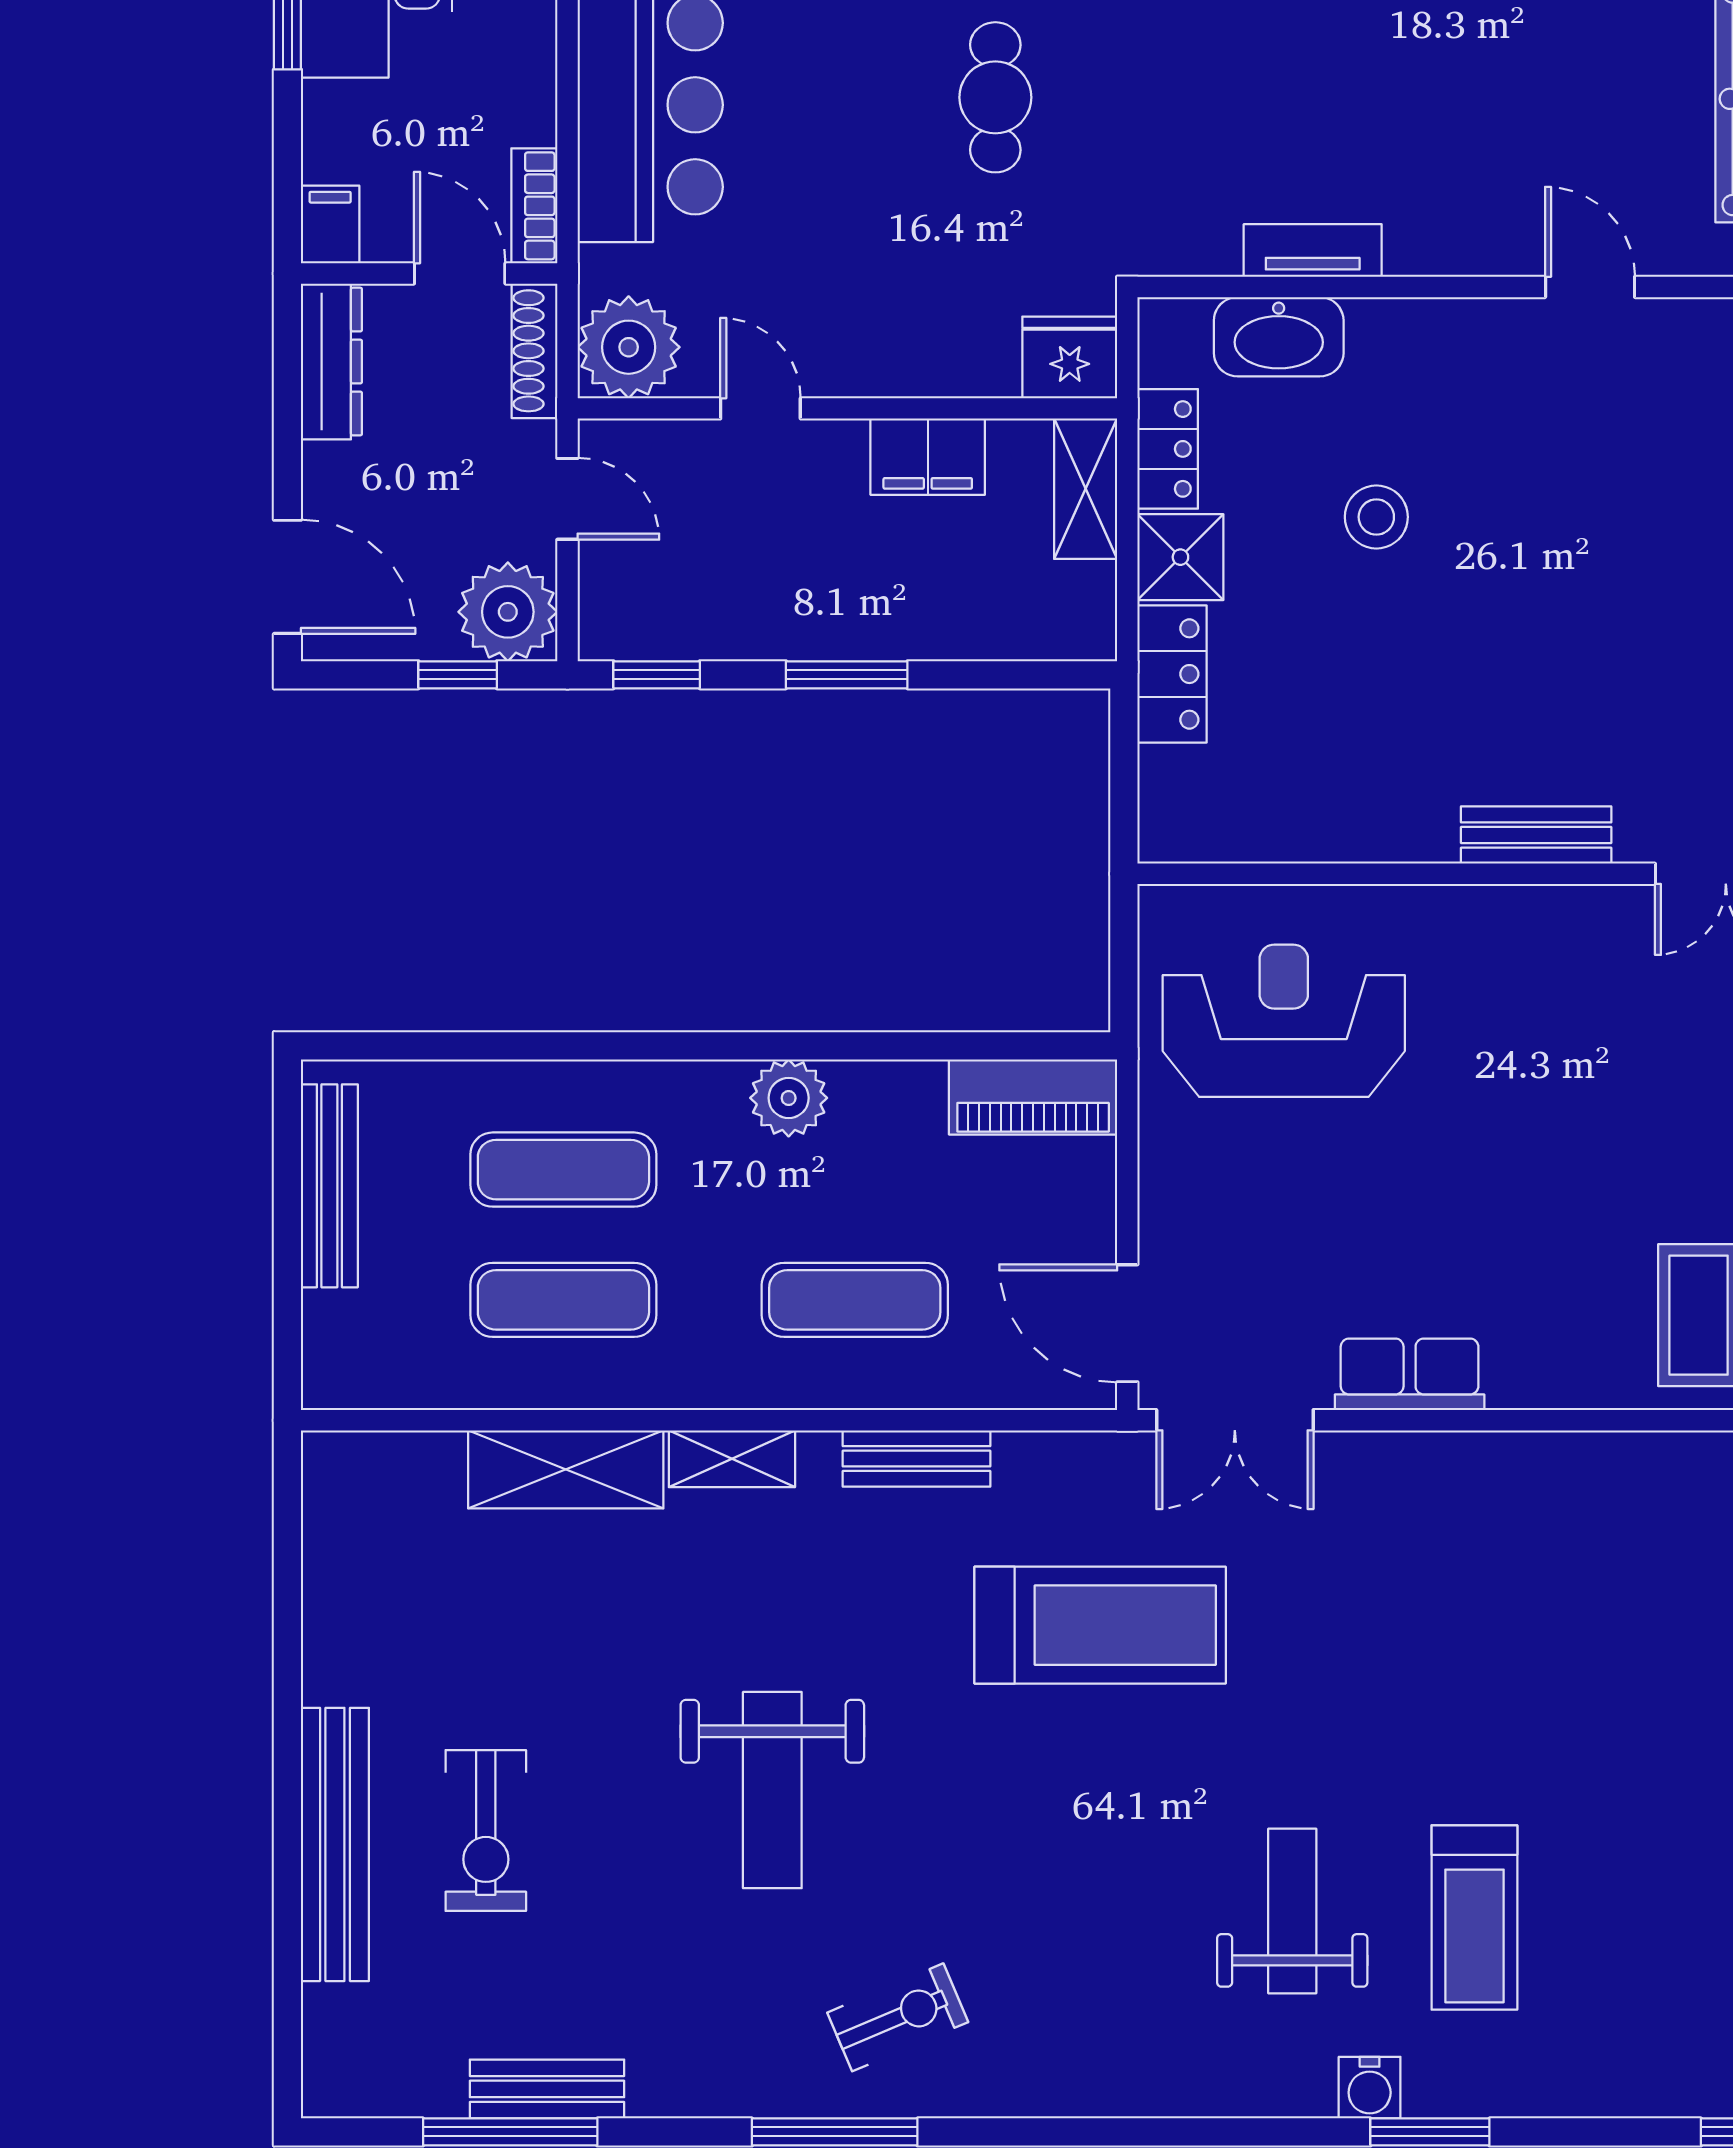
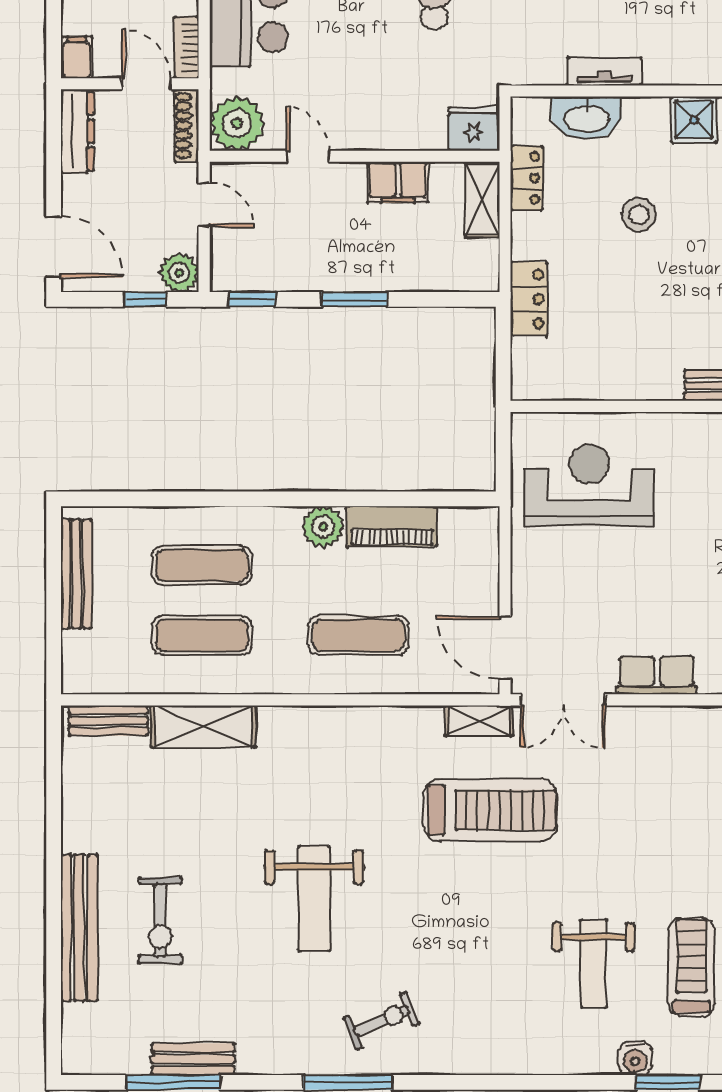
shower: (1180, 557) -> (694, 120), moved
plant: (508, 612) -> (179, 273), width x0.73, depth x0.73
piano: (1033, 1097) -> (392, 526), moved
shelving: (732, 1459) -> (479, 721), moved
bench: (916, 1459) -> (108, 720), moved
weight bench: (1292, 1911) -> (594, 964), turned 180
treadmill: (1474, 1918) -> (691, 967), turned 180

